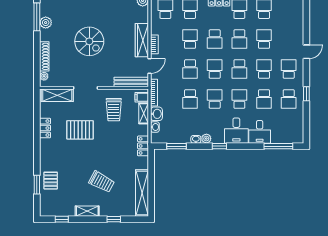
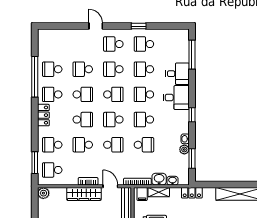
school desk: (264, 99) -> (144, 69), turned 180
school desk: (289, 99) -> (144, 44), turned 180
plant: (206, 139) -> (184, 150), moved

